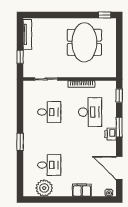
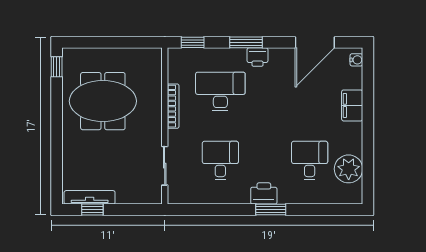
window: (20, 57) -> (92, 210), moved
printer: (30, 138) -> (264, 193), added

